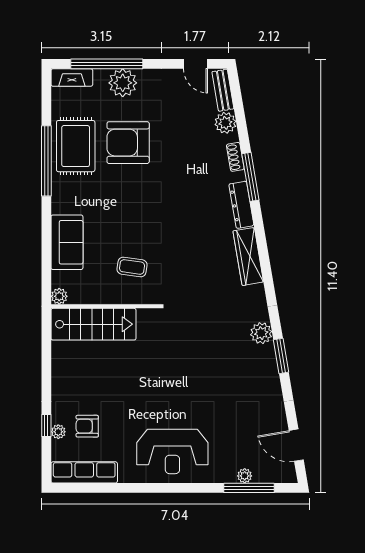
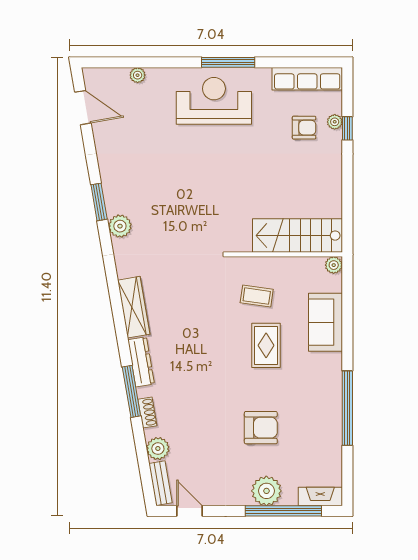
armchair: (128, 143) -> (261, 428), width x0.73, depth x0.73
rug: (76, 146) -> (266, 345), moved, width x0.73, depth x0.70
window: (249, 488) -> (228, 62), moved

